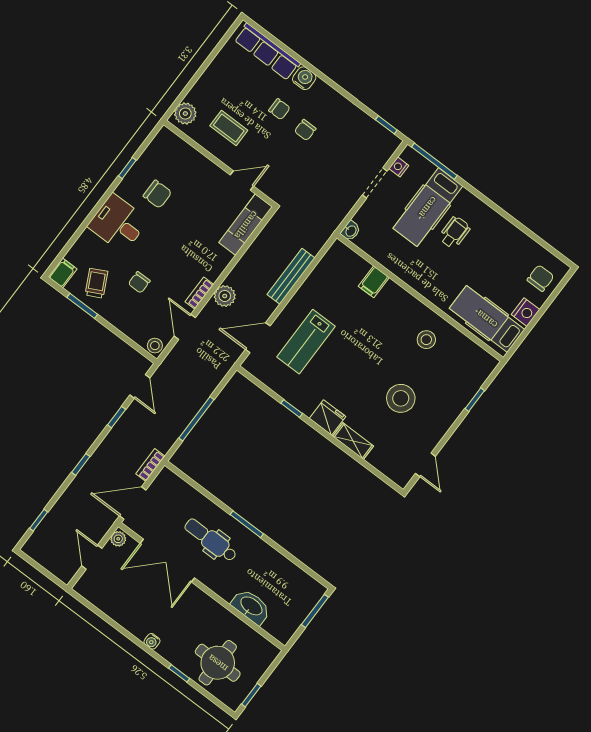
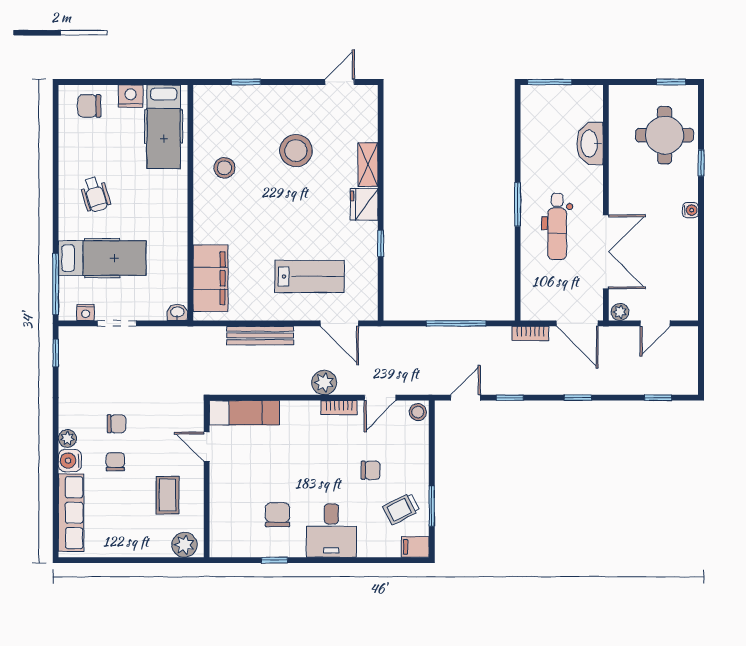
plant: (321, 88) -> (67, 438), added
wheelchair: (455, 232) -> (95, 194), moved, turned -107
filing cabinet: (374, 282) -> (210, 278), width x3.00, depth x1.17

